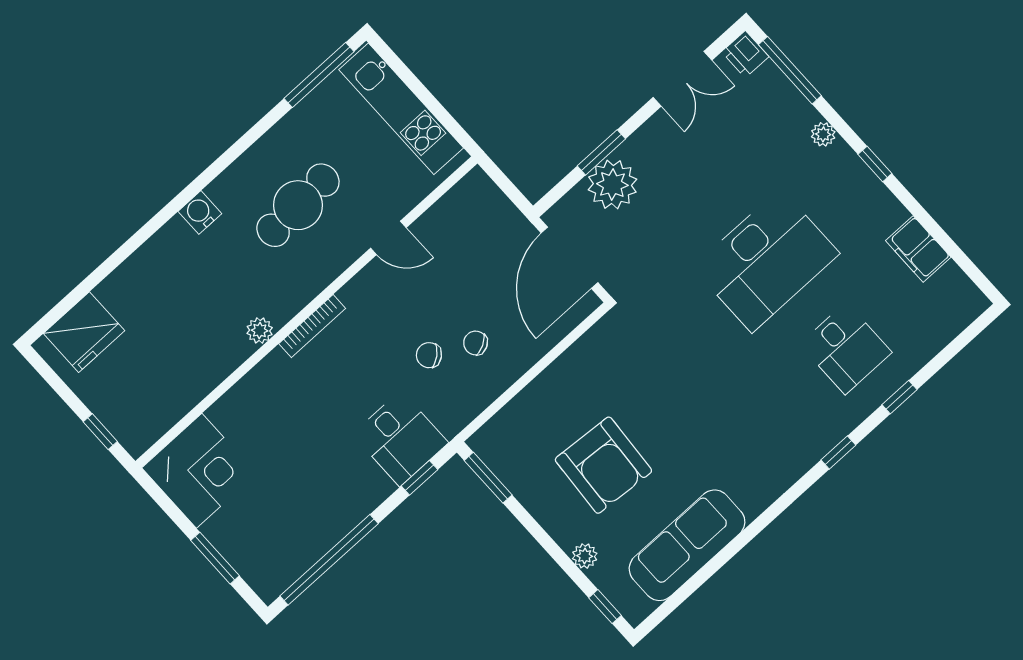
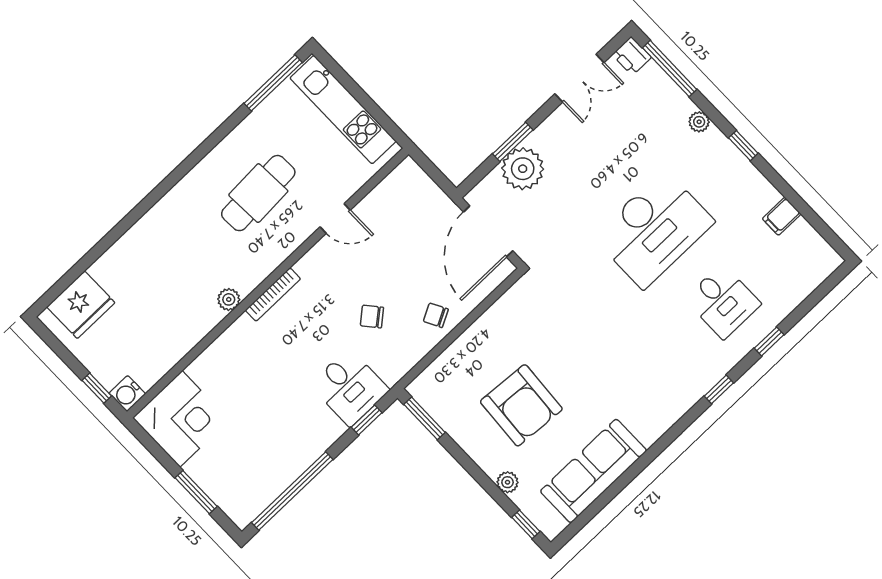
water cooler: (200, 212) -> (127, 394), moved, turned -90
filing cabinet: (918, 249) -> (782, 216), width x0.50
chair: (476, 343) -> (436, 315), moved

